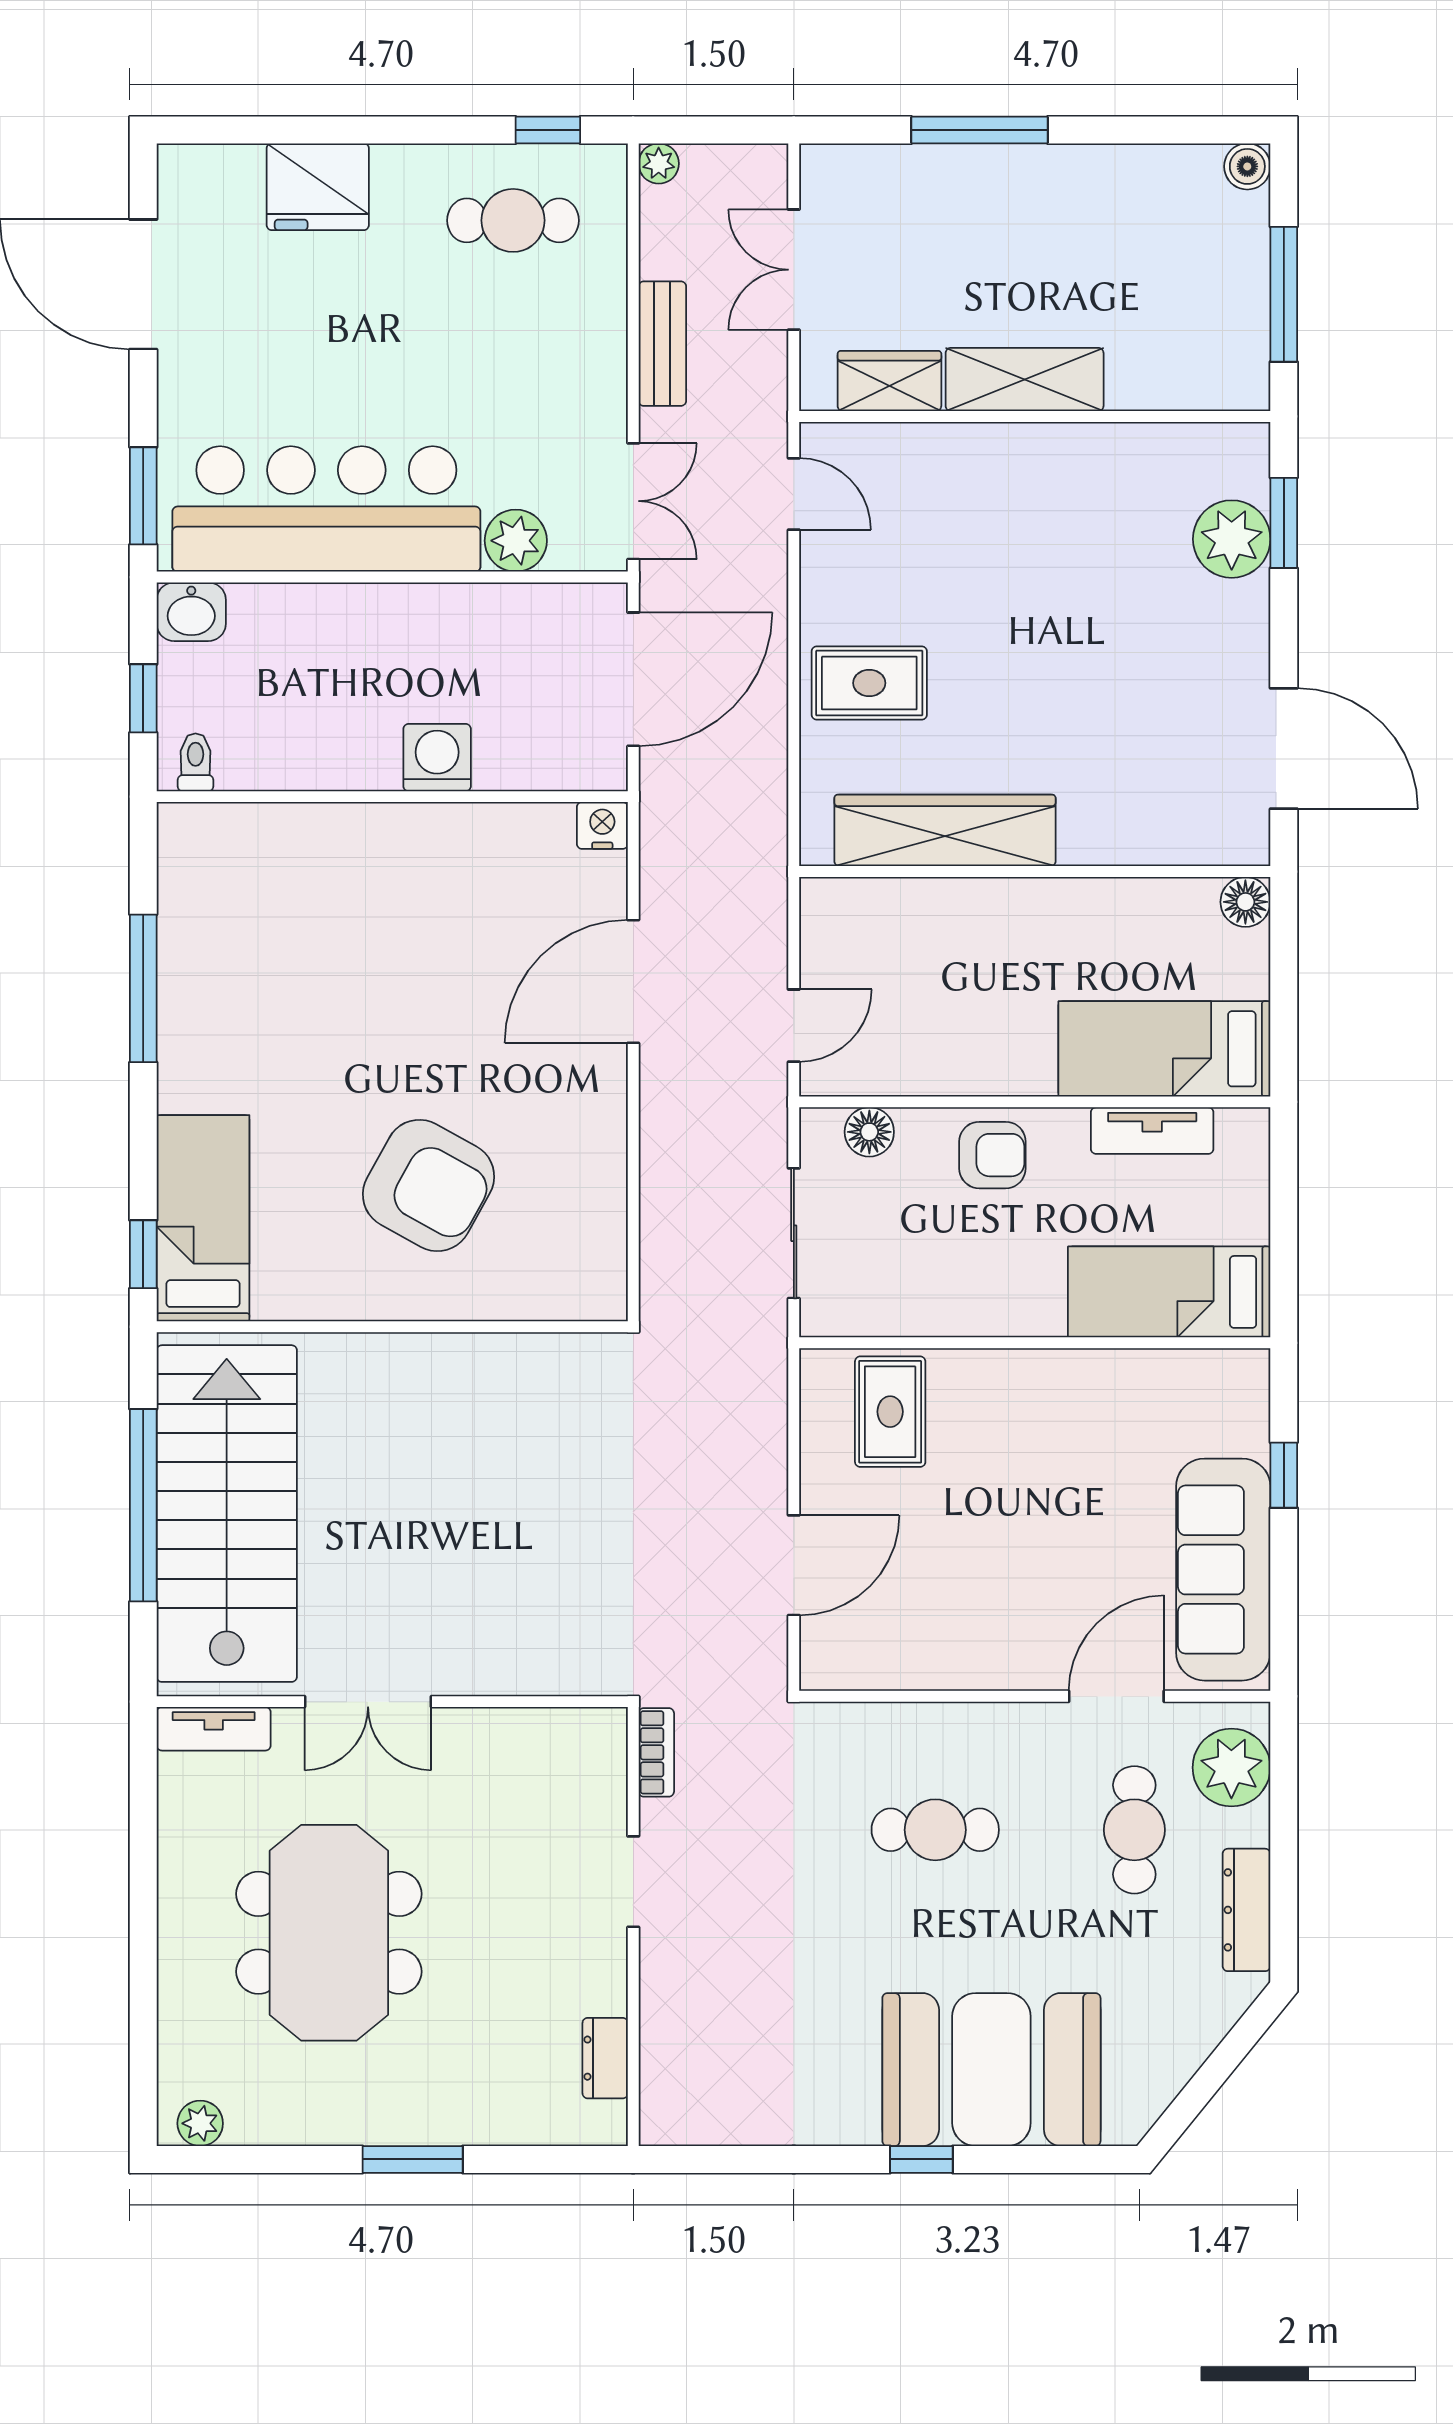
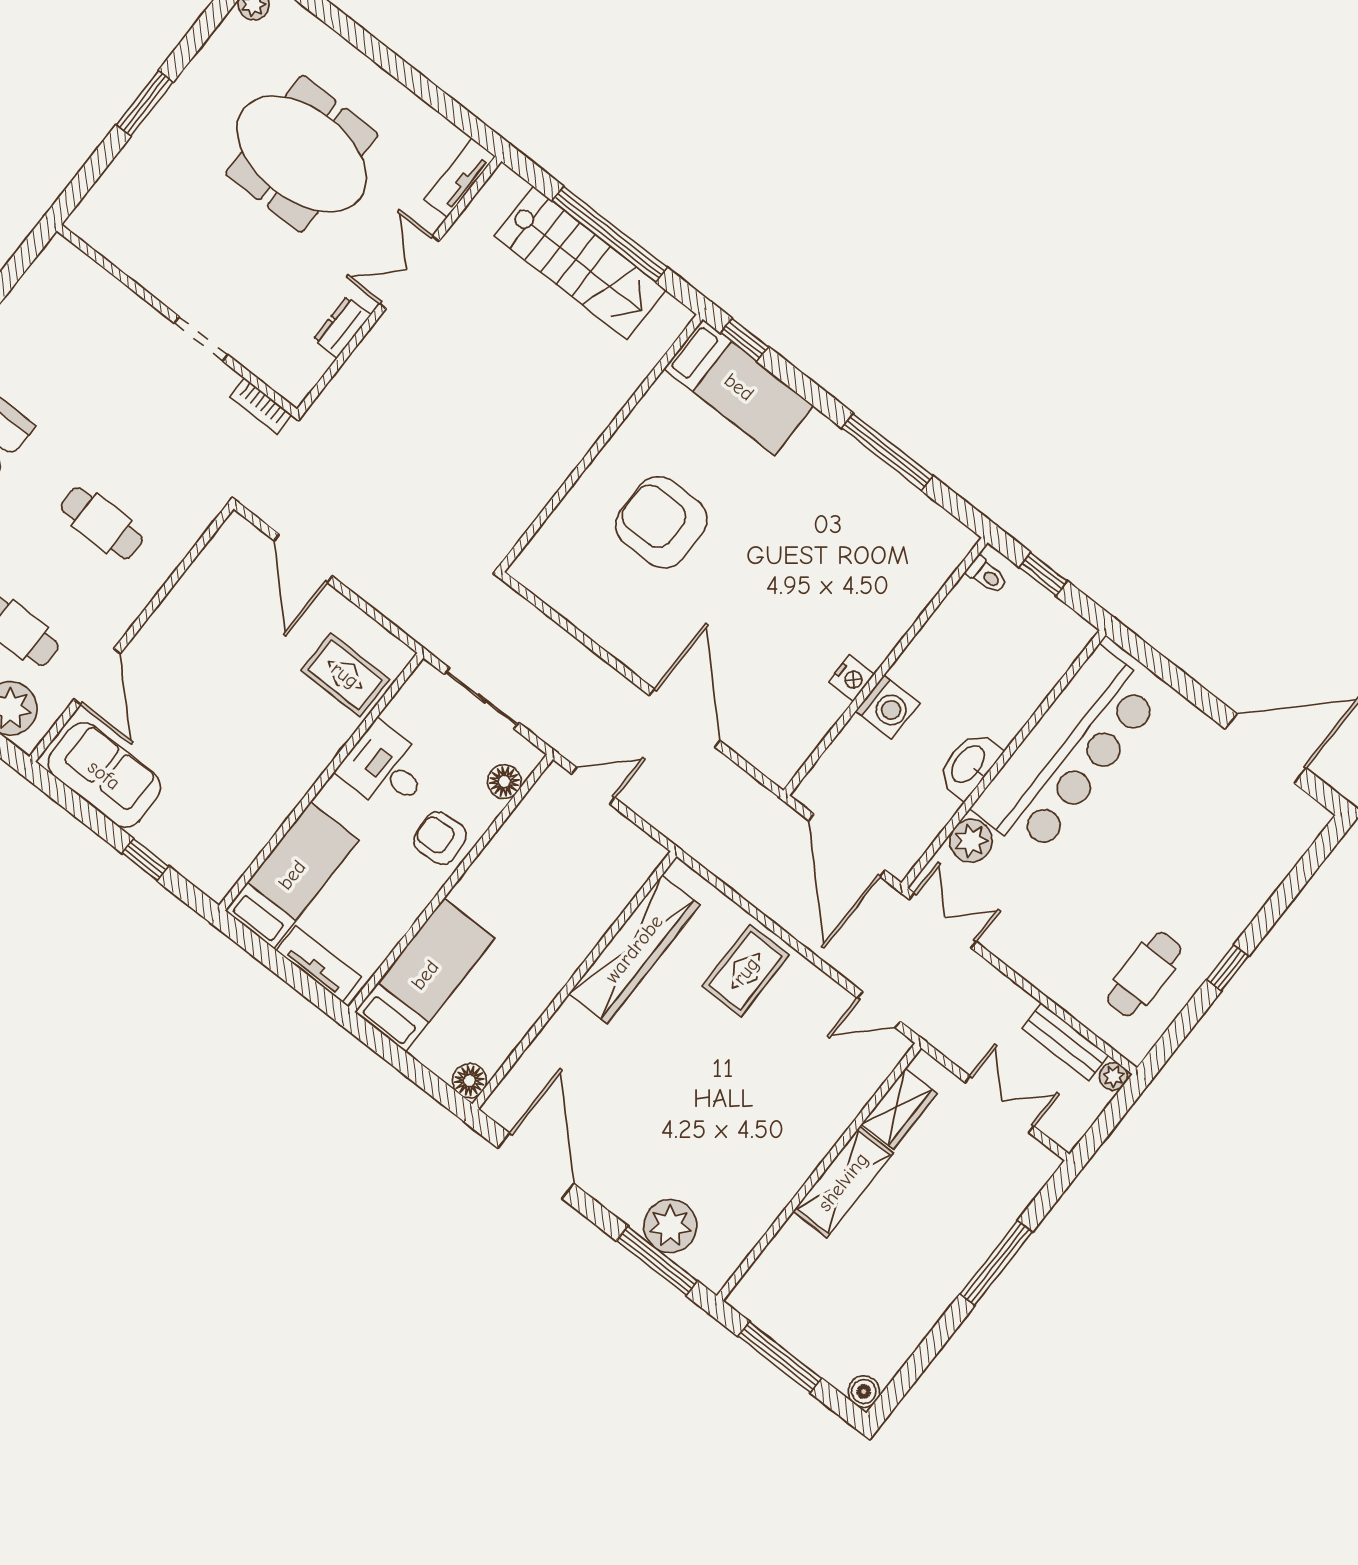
window: (548, 130) -> (1228, 968), moved
fridge: (318, 187) -> (1245, 883), removed
bench: (662, 344) -> (1065, 1042), moved
window: (143, 496) -> (1152, 659), removed
double door: (633, 501) -> (943, 920), swing flipped
window: (1284, 523) -> (657, 1261), width x1.44
washbasin: (191, 612) -> (969, 765), moved, width x1.38
door: (1284, 748) -> (536, 1166), swing flipped
nightstand: (602, 825) -> (851, 678), moved
door: (794, 1026) -> (593, 786), swing flipped
tv unit: (1152, 1131) -> (319, 964), moved, turned 90
armchair: (992, 1155) -> (440, 838), turned 86
armchair: (428, 1185) -> (661, 522), turned 61
desk: (962, 1281) -> (385, 768), added
stairs: (227, 1514) -> (580, 263), width x0.73, depth x0.66
sofa: (1223, 1570) -> (104, 775), width x0.73
cafe table: (935, 1830) -> (102, 523), turned 90
dresser: (605, 2058) -> (342, 327), moved, turned -90

